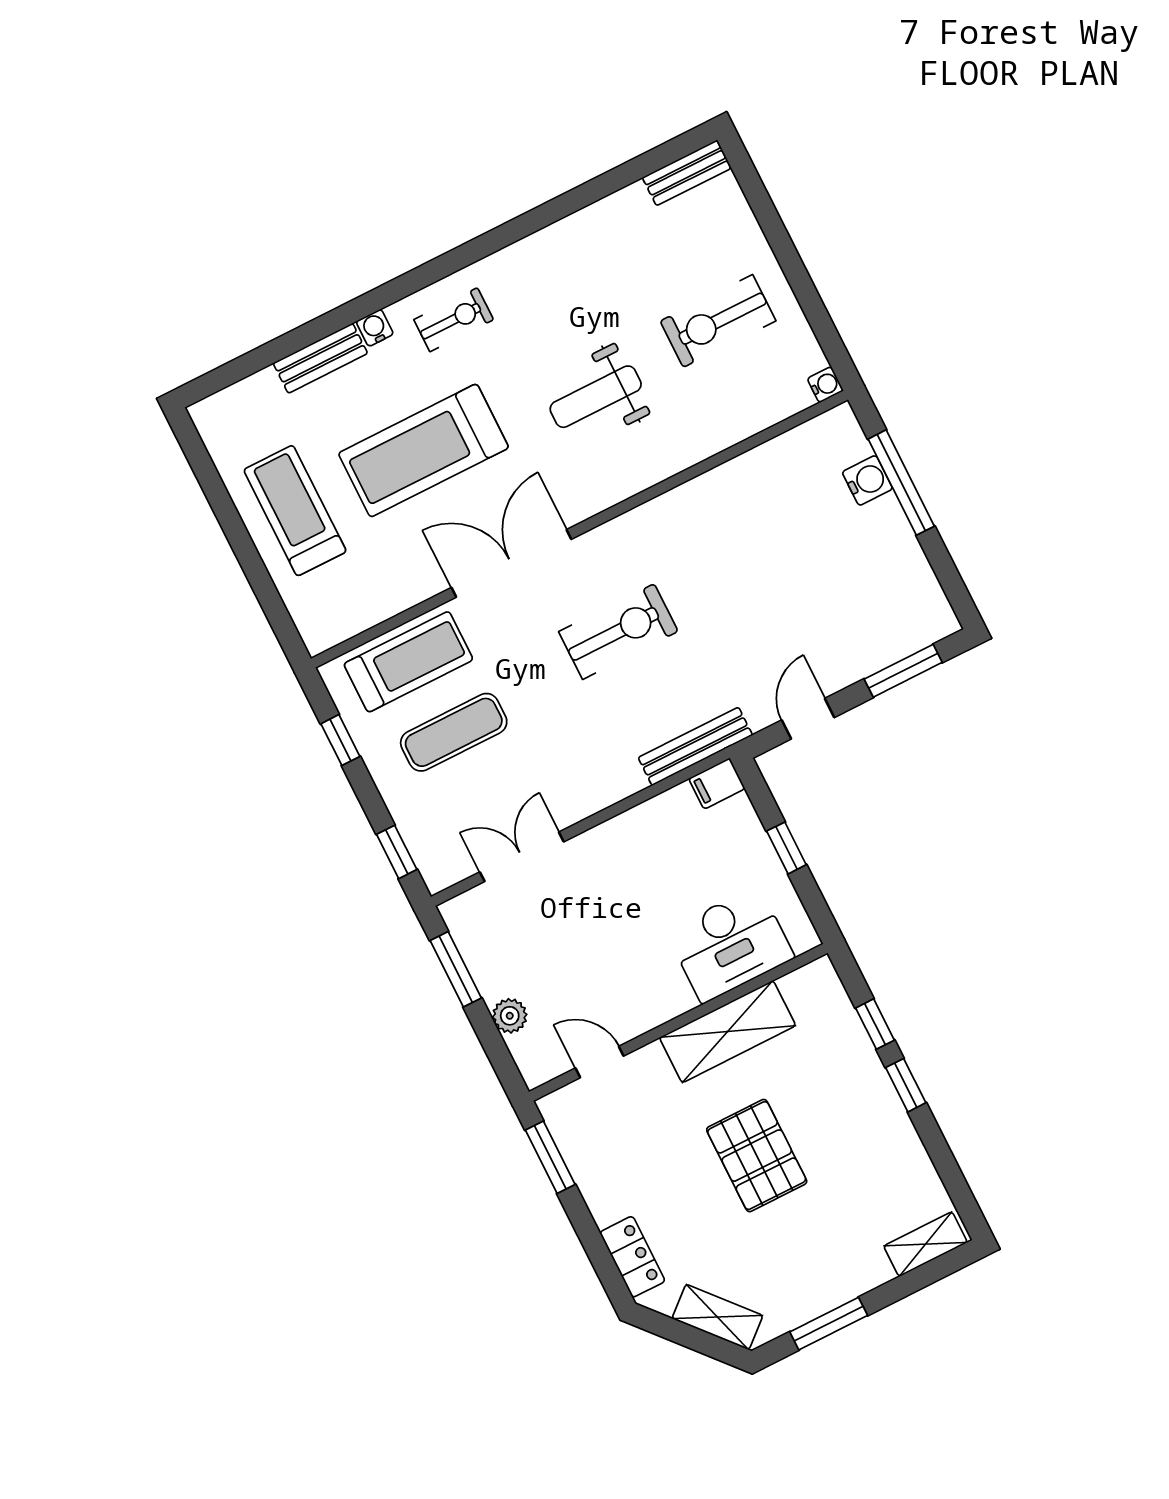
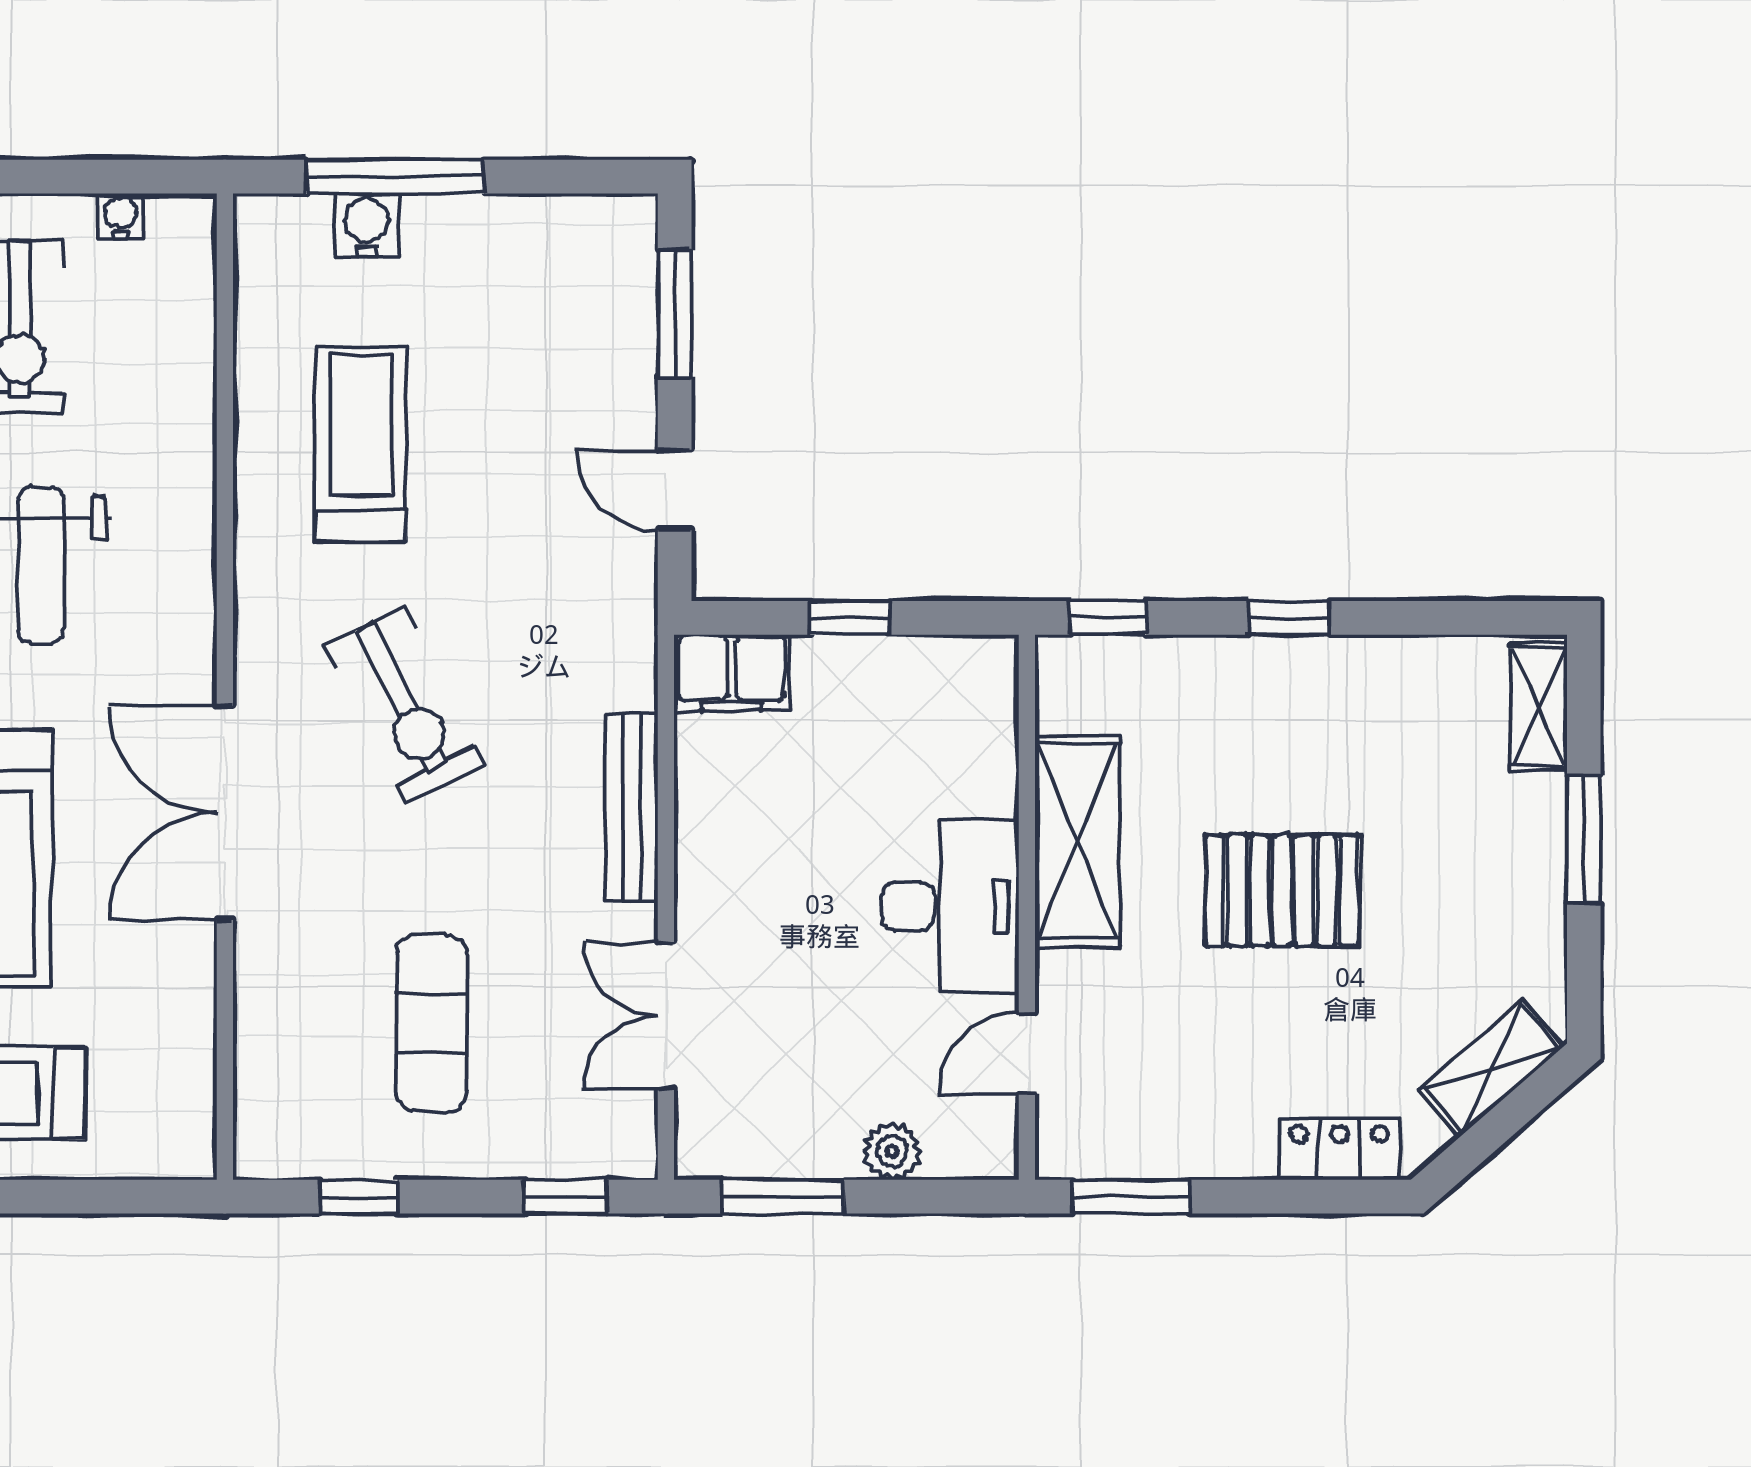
water cooler: (825, 385) -> (121, 216), moved
exercise bike: (618, 632) -> (405, 705), turned 153
treadmill: (408, 662) -> (361, 444), moved
bench: (695, 746) -> (632, 807), moved
filing cabinet: (717, 784) -> (732, 673), width x2.00
desk: (730, 944) -> (950, 907), moved
window: (875, 1024) -> (1108, 618), moved
window: (829, 1324) -> (1584, 840), moved

